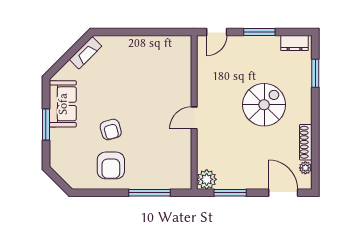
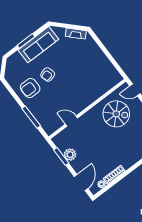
sofa: (63, 104) -> (38, 45), width x1.36
spiral stairs: (264, 105) -> (116, 114), moved
door: (194, 118) -> (72, 121), moved
plant: (207, 179) -> (70, 155), moved

